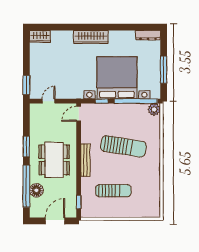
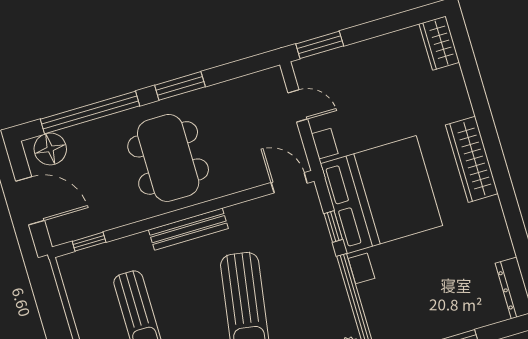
bed with nightstands: (117, 78) -> (381, 195), moved
dining table: (54, 160) -> (168, 158), turned 90
floor lamp: (36, 190) -> (50, 149), moved

